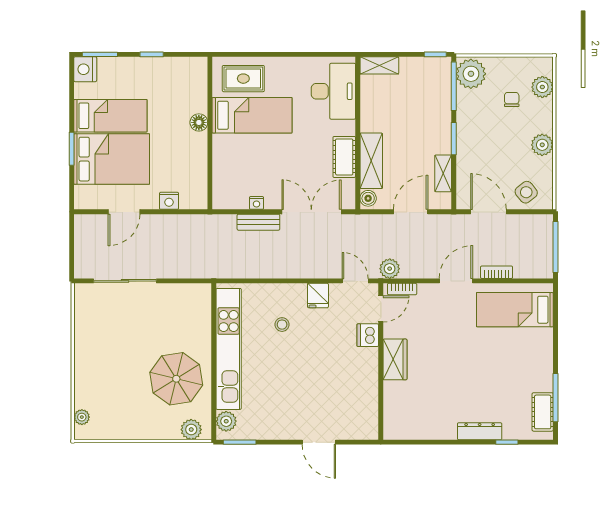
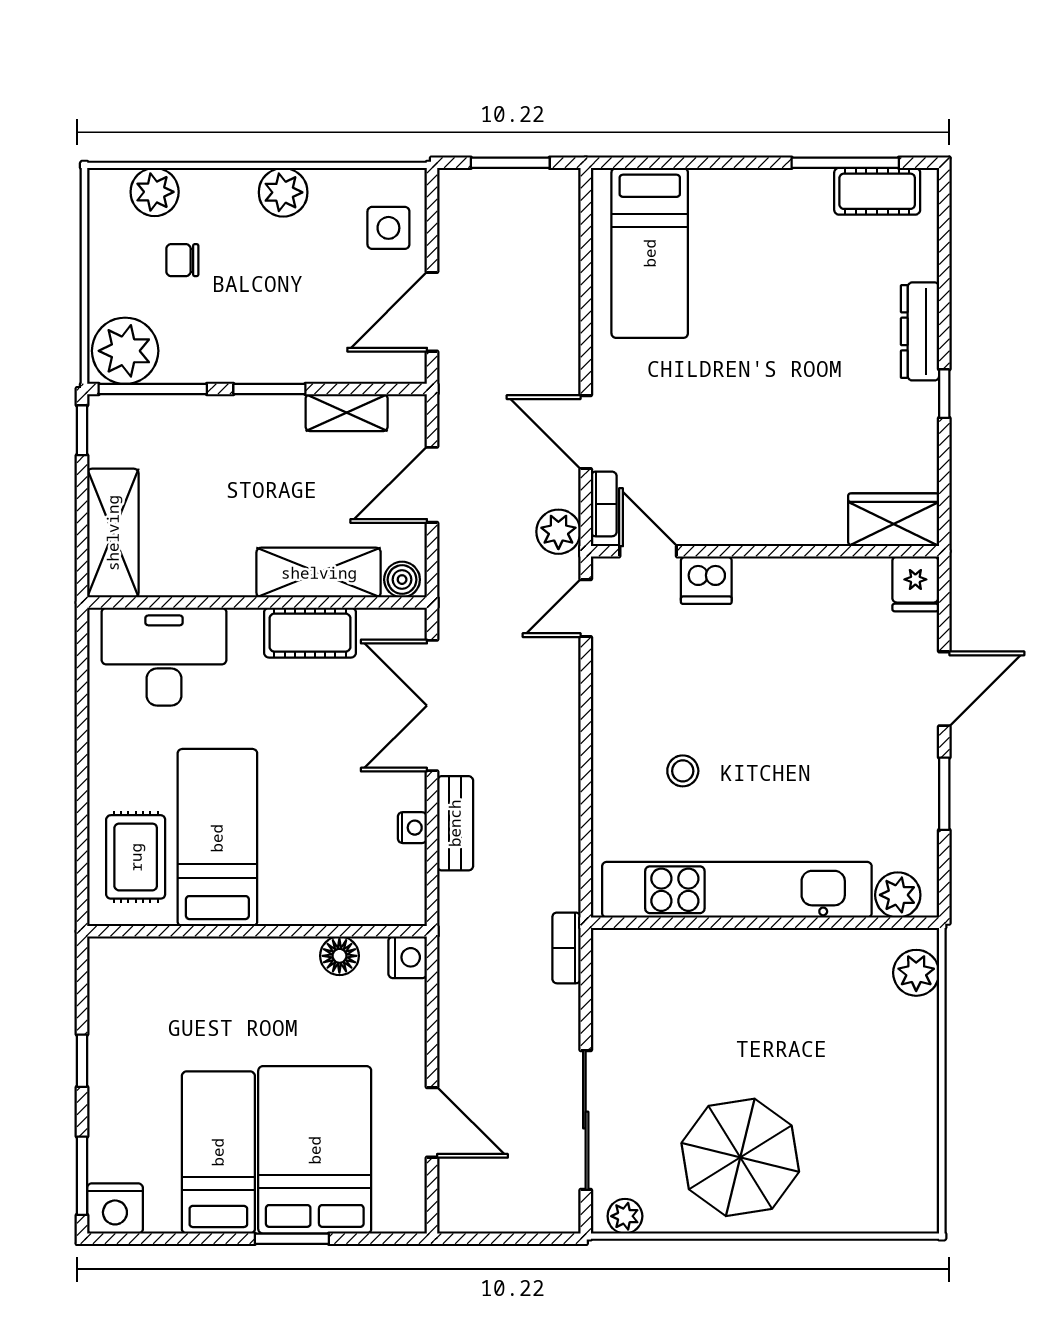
shelving: (379, 65) -> (113, 533), width x1.50, depth x1.33
floor lamp: (199, 122) -> (339, 956), moved
side table: (526, 192) -> (388, 228), turned 38
nightstand: (169, 201) -> (408, 957), moved
door: (411, 212) -> (432, 485), hinge flipped
window: (555, 247) -> (510, 163), width x0.69
bookcase: (497, 272) -> (566, 948), moved
door: (456, 281) -> (586, 432), moved
fridge: (318, 296) -> (915, 584), moved, turned 90
wardrobe: (395, 359) -> (894, 520), moved
parasol: (176, 379) -> (740, 1157), moved
plant: (82, 417) -> (625, 1216), moved
window: (240, 442) -> (944, 794), moved
window: (507, 442) -> (944, 394), moved

